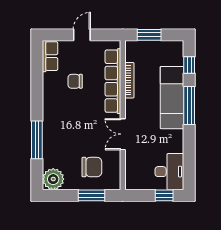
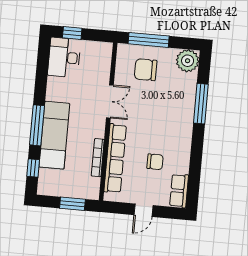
window: (92, 195) -> (149, 40), width x1.44

